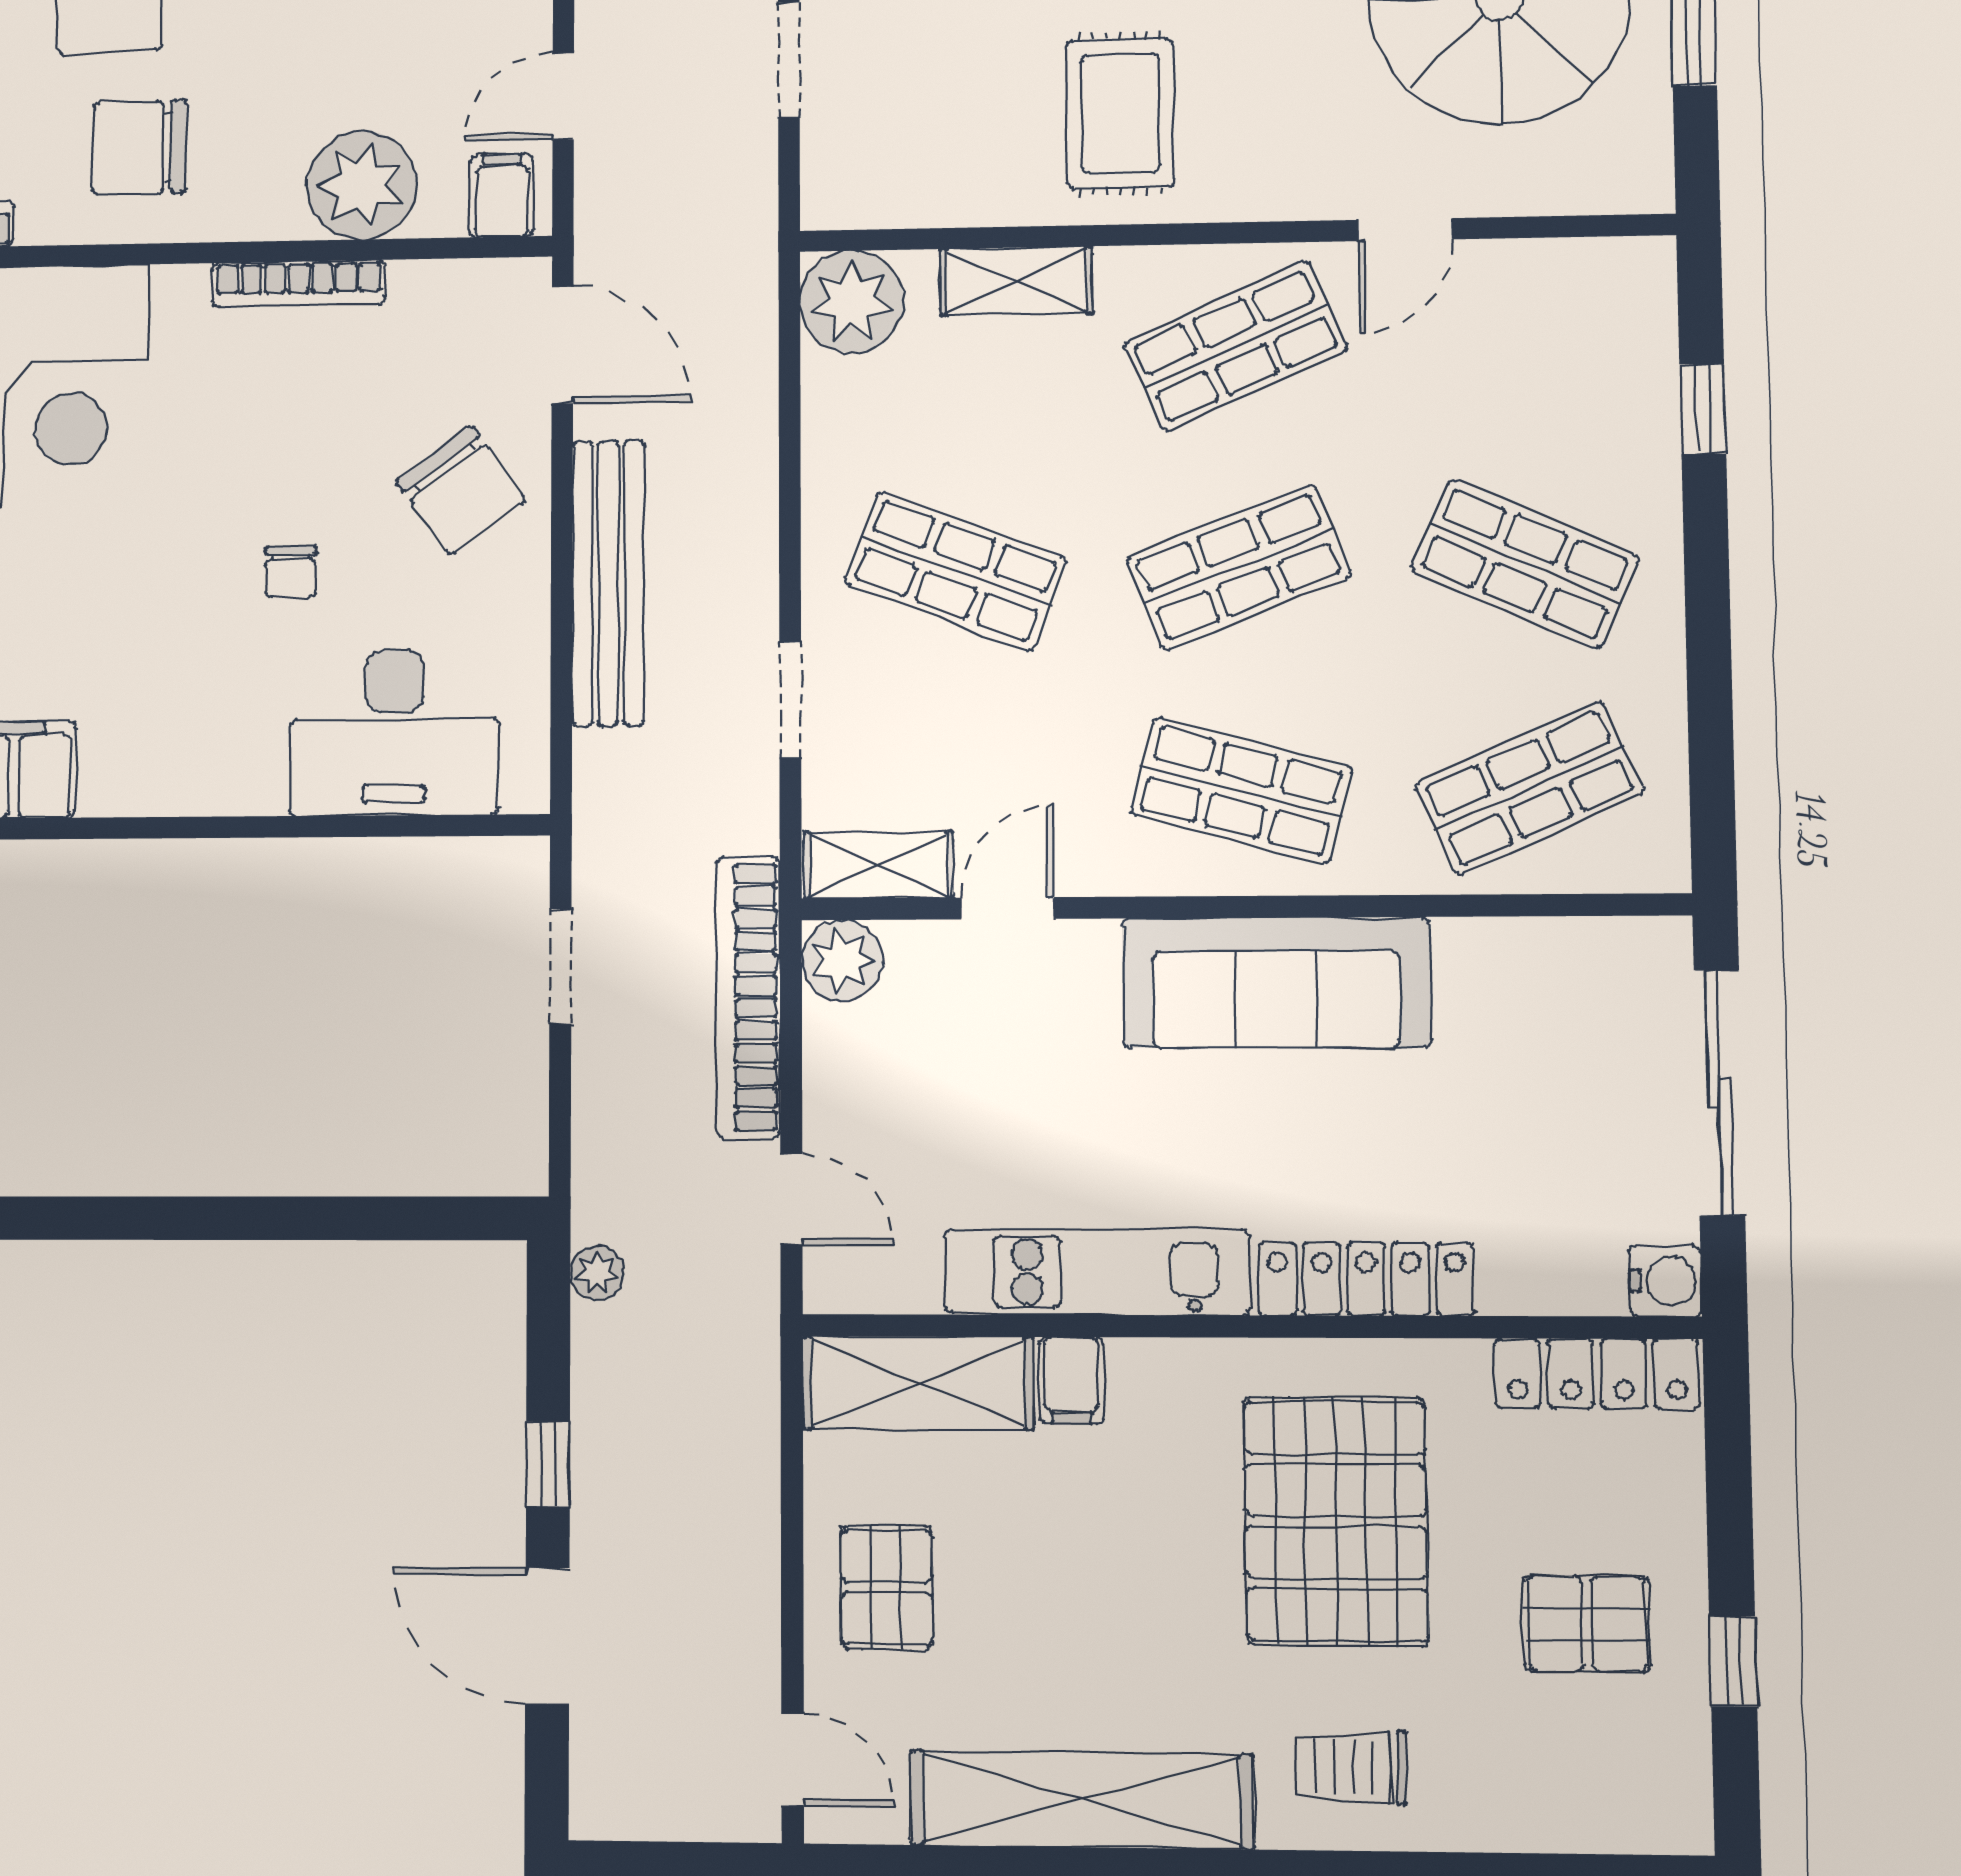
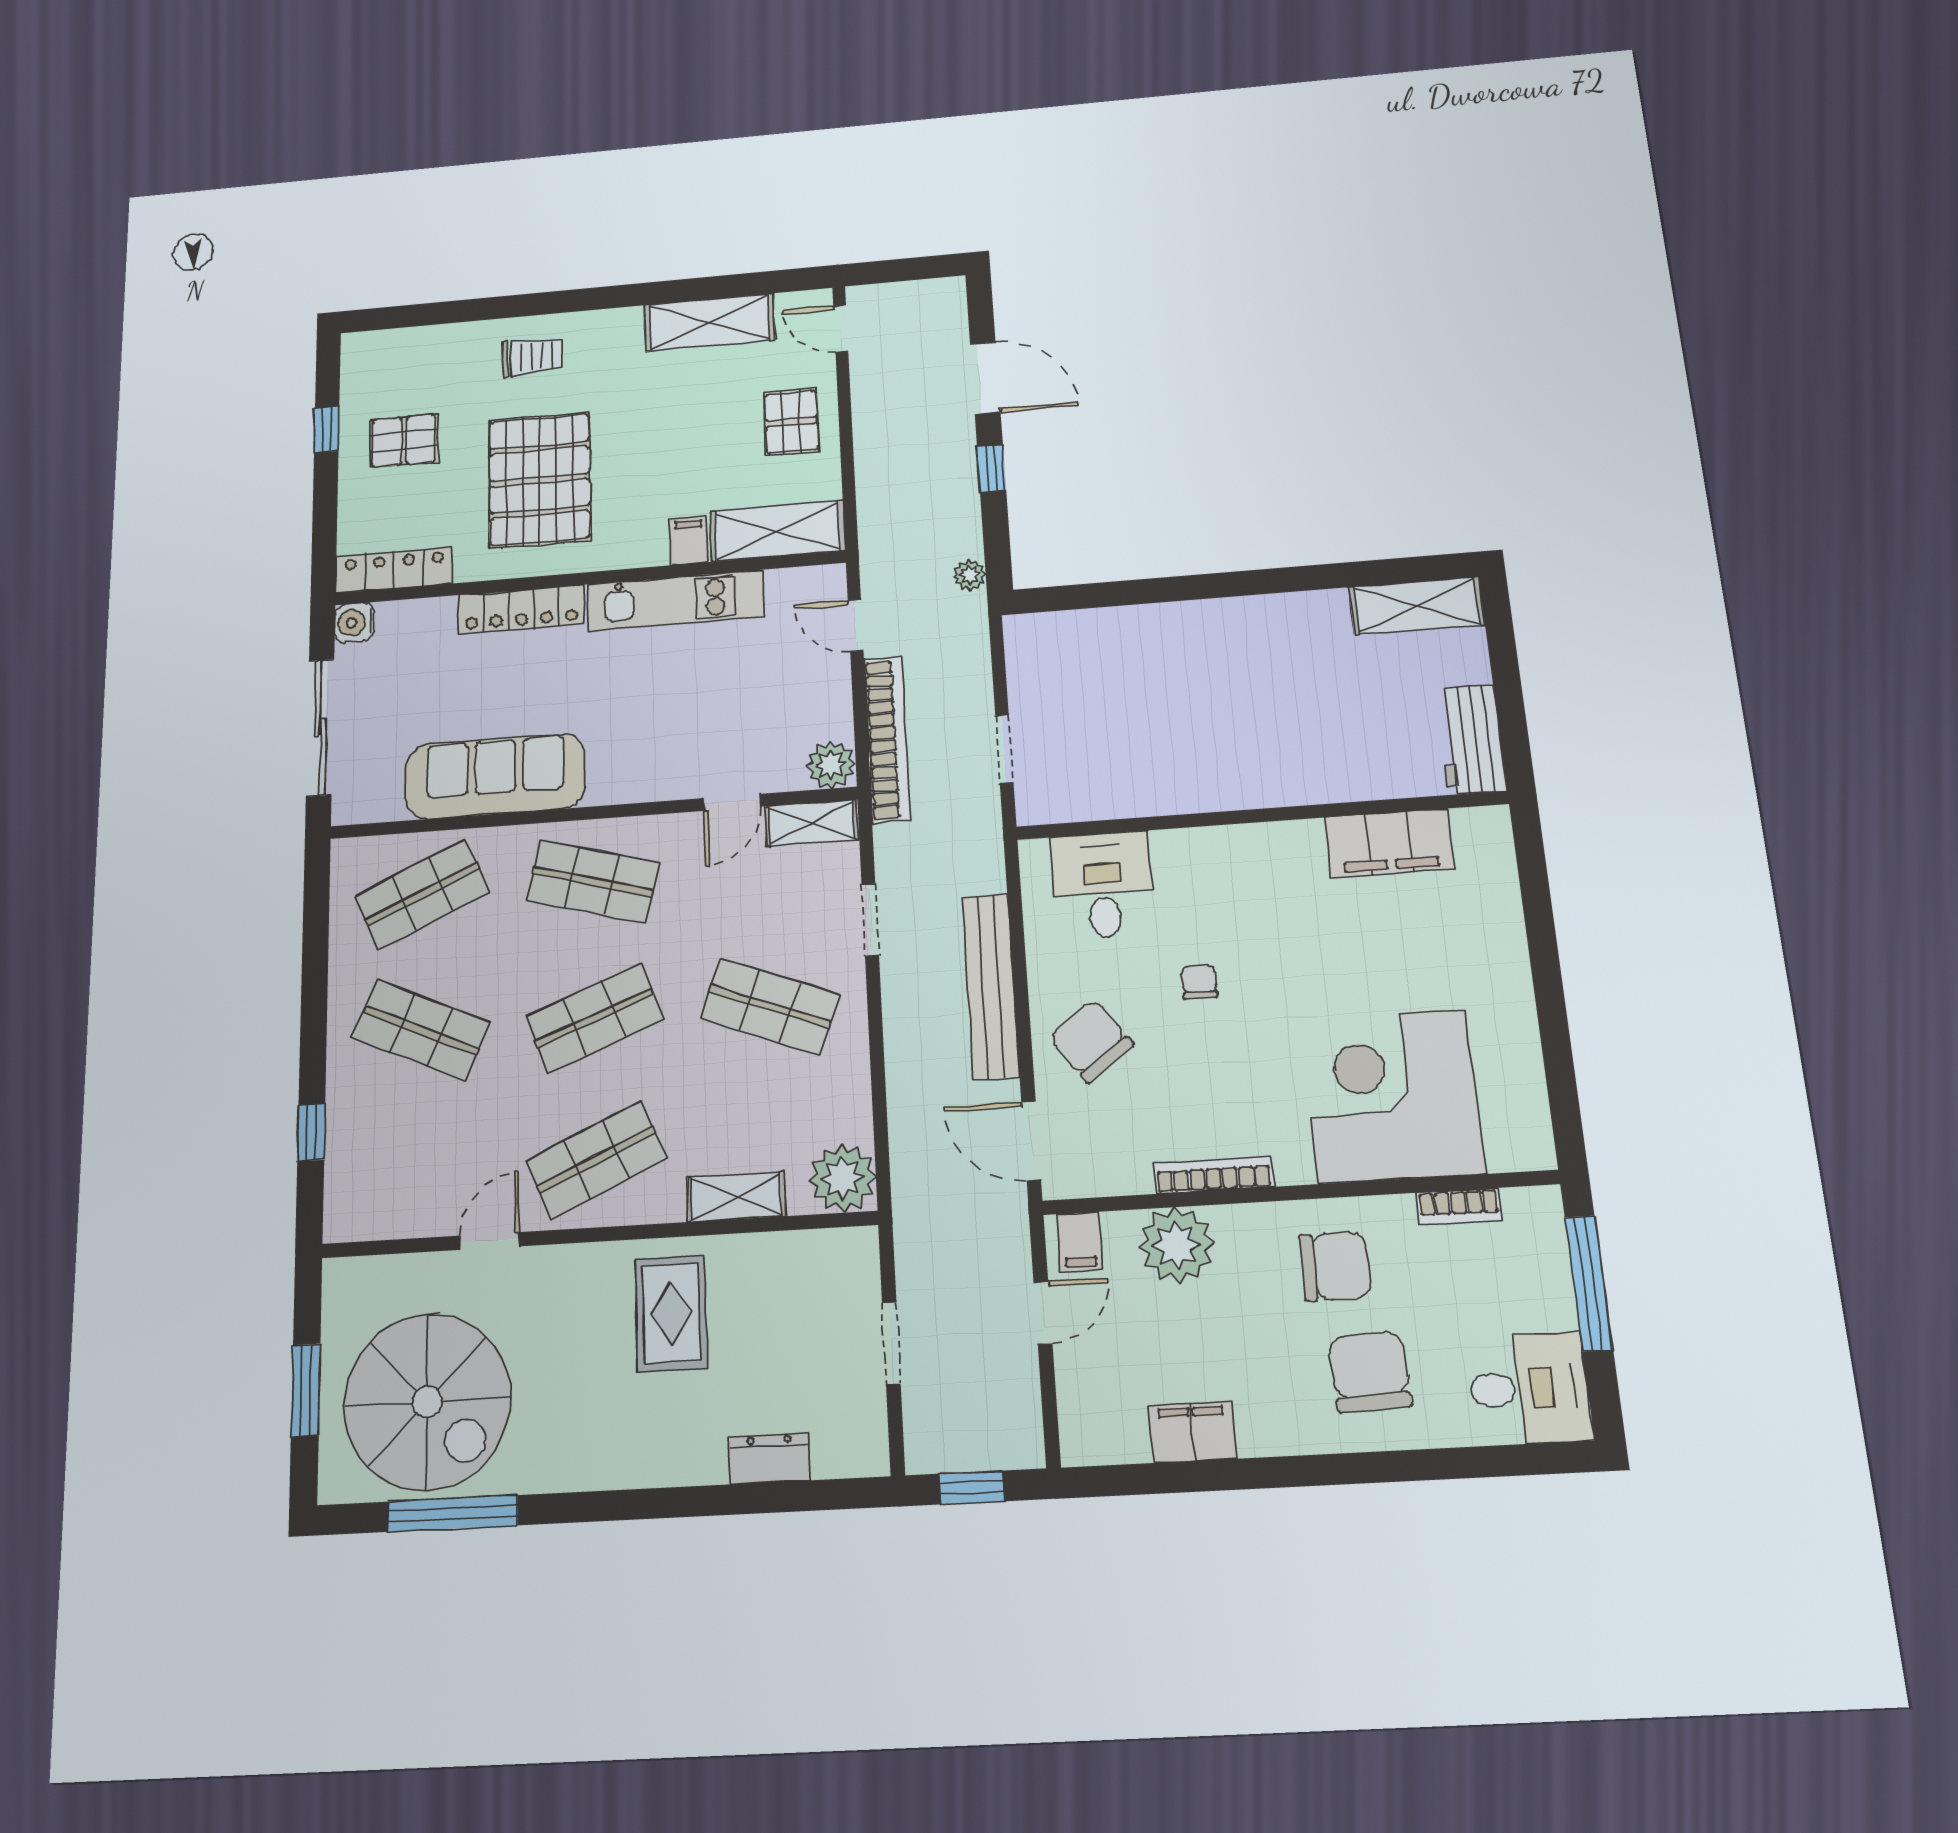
desk: (394, 733) -> (1103, 885), width x0.73
sofa: (1276, 982) -> (495, 776), moved
shelving: (1081, 1800) -> (709, 323), width x0.68

